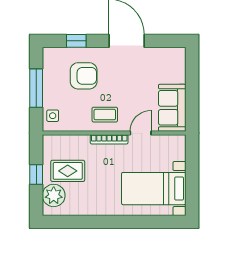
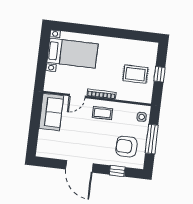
armchair: (84, 76) -> (126, 147), moved
plant: (54, 195) -> (148, 57), removed

